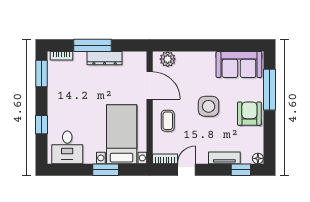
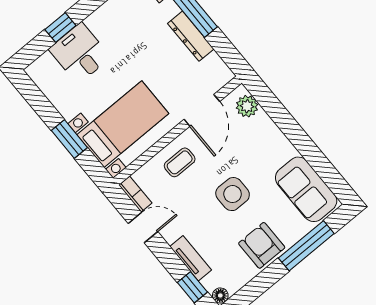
armchair: (249, 114) -> (262, 245), turned -90
desk: (67, 147) -> (80, 53), moved, turned 90

